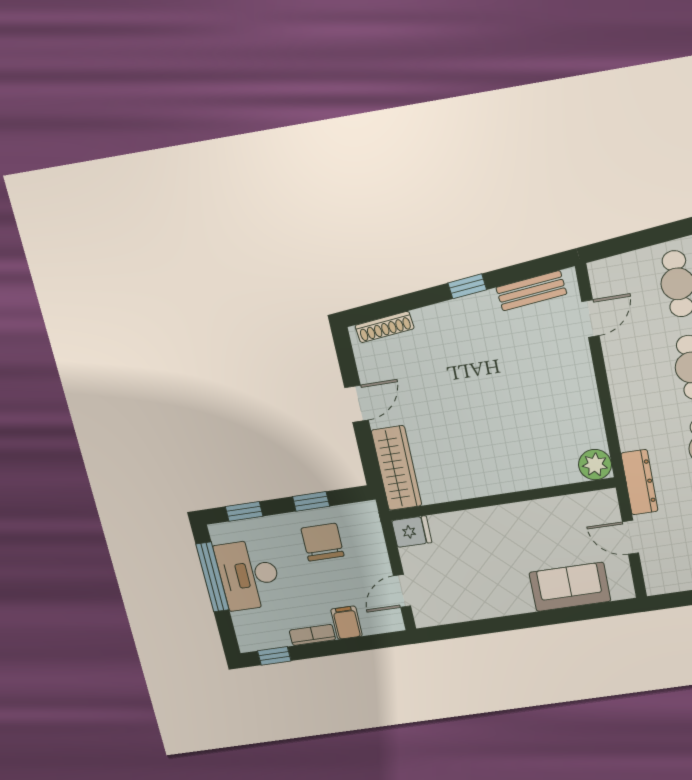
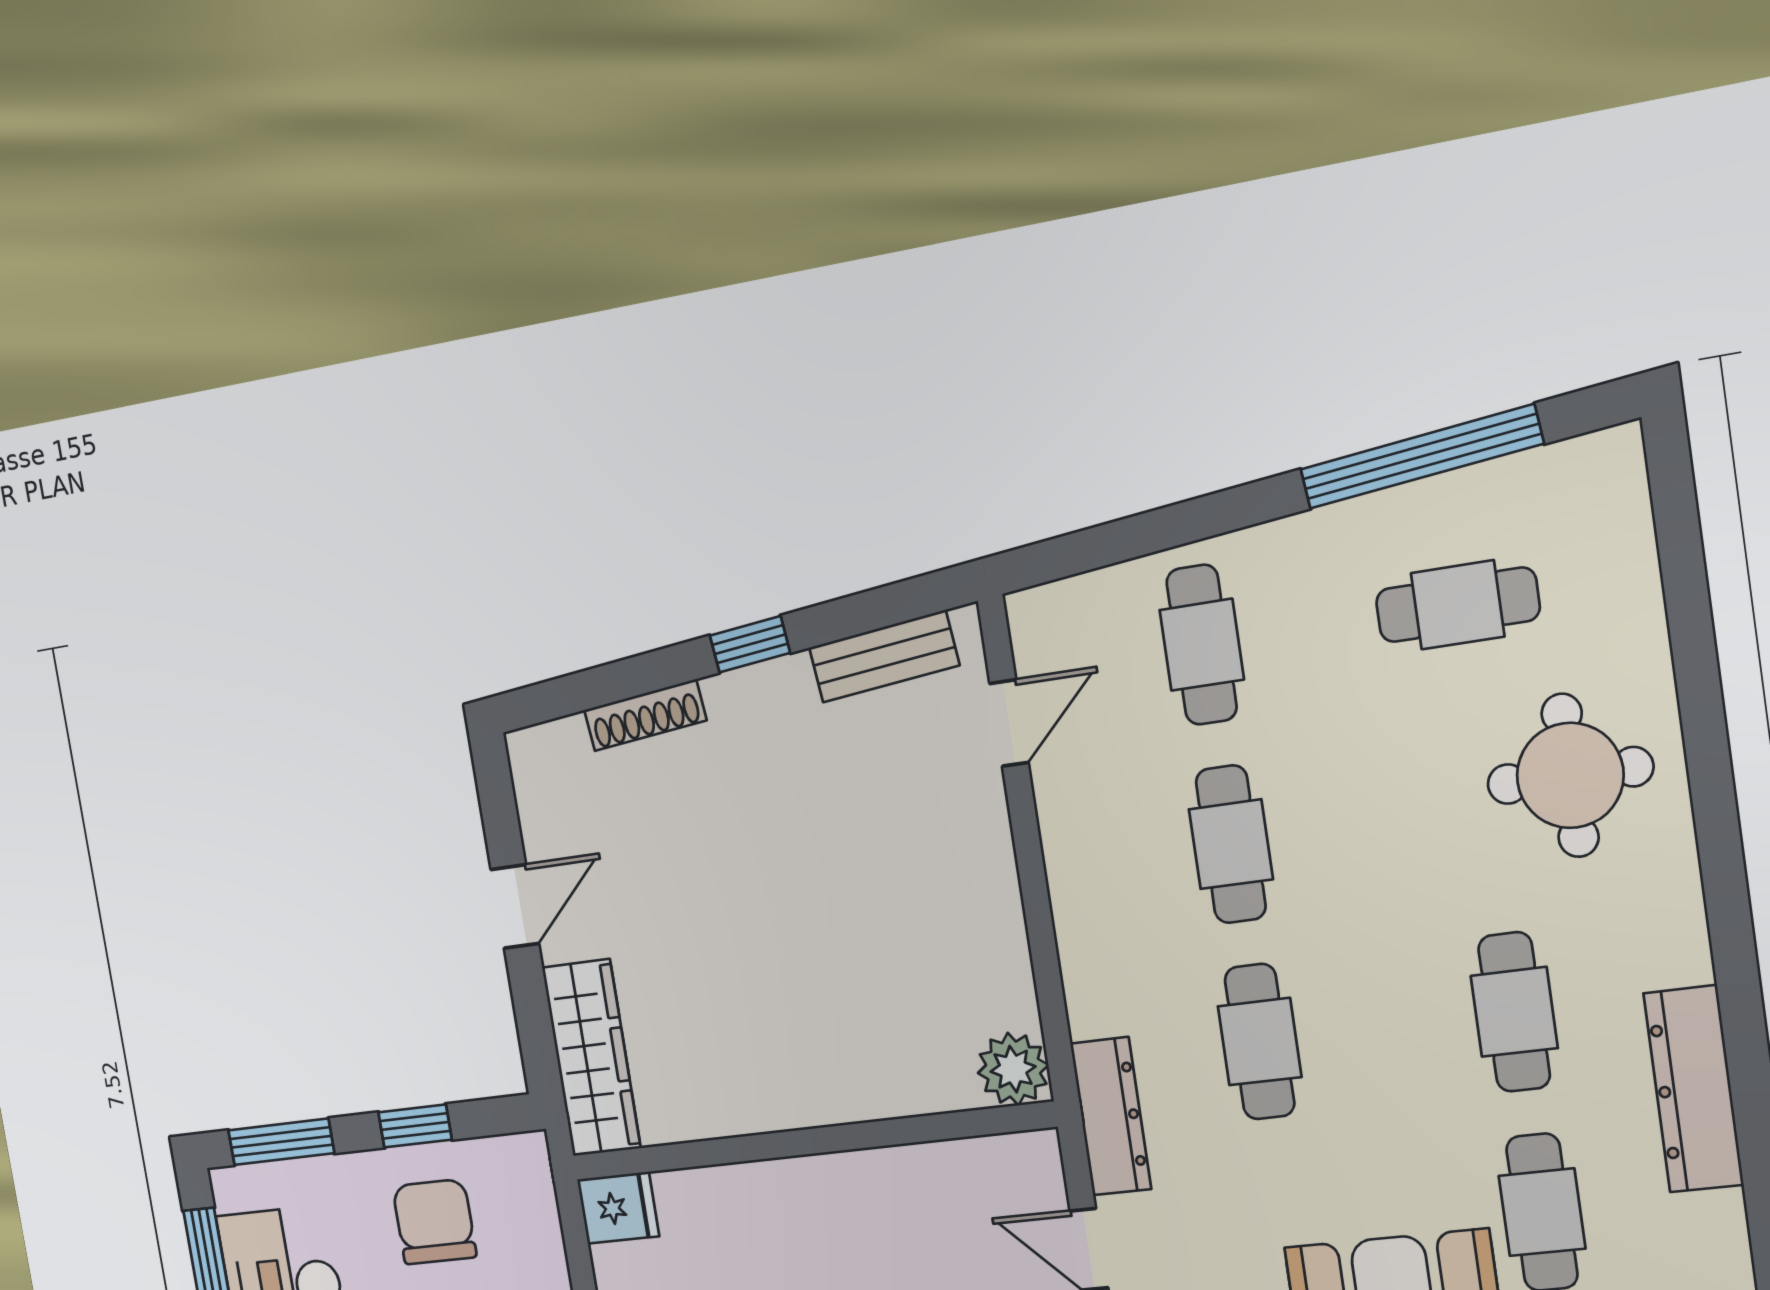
shoe rack: (385, 327) -> (645, 715), moved
window: (244, 511) -> (281, 1142), width x1.50

